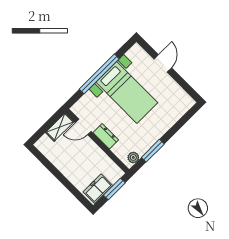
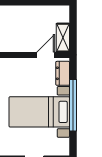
dresser: (106, 136) -> (63, 73), moved, turned 90

